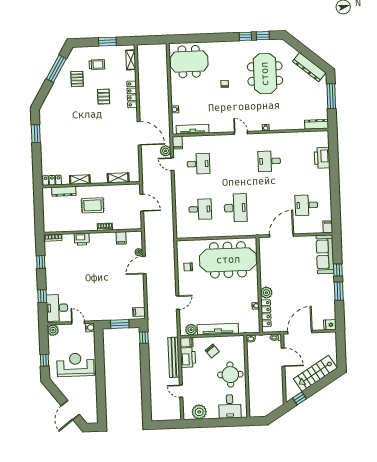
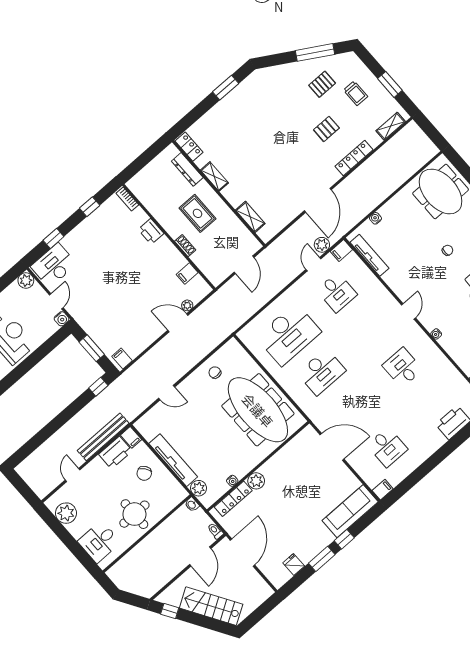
desk: (306, 205) -> (387, 447), turned 180
desk: (200, 209) -> (289, 334), width x1.87, depth x1.30
fridge: (330, 325) -> (294, 565), moved
plant: (191, 330) -> (198, 488), moved
door: (300, 332) -> (242, 553), hinge flipped

